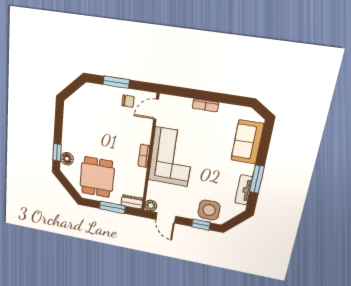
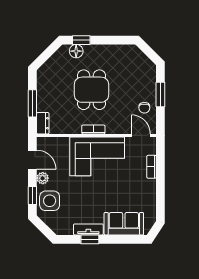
bookcase: (206, 105) -> (152, 167), moved
dining table: (97, 177) -> (91, 90), moved, turned 90
window: (257, 179) -> (90, 239), width x0.67
tv unit: (244, 190) -> (88, 229), moved
plant: (151, 206) -> (43, 178), moved
door: (166, 218) -> (32, 160), swing flipped

